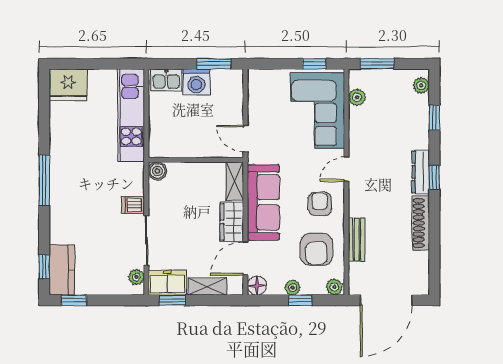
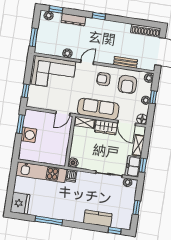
window: (314, 64) -> (26, 91), moved
kitchen sink: (166, 80) -> (25, 151), removed
plant: (357, 97) -> (67, 53), moved
window: (434, 118) -> (56, 10), moved
door: (346, 169) -> (87, 62), swing flipped
dresser: (421, 172) -> (73, 20), moved
window: (44, 180) -> (49, 221), moved
dishwasher: (133, 205) -> (71, 176), moved
shoe rack: (421, 223) -> (146, 30), moved
armchair: (317, 249) -> (127, 84), turned 90
kitchen counter: (62, 270) -> (98, 218), moved
window: (74, 300) -> (136, 208), moved

